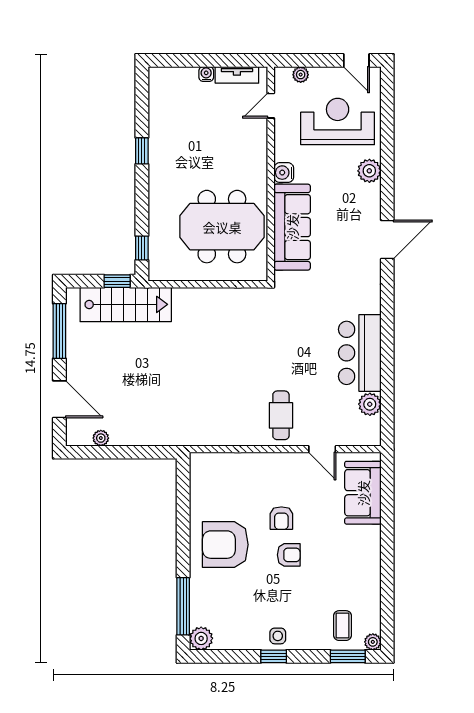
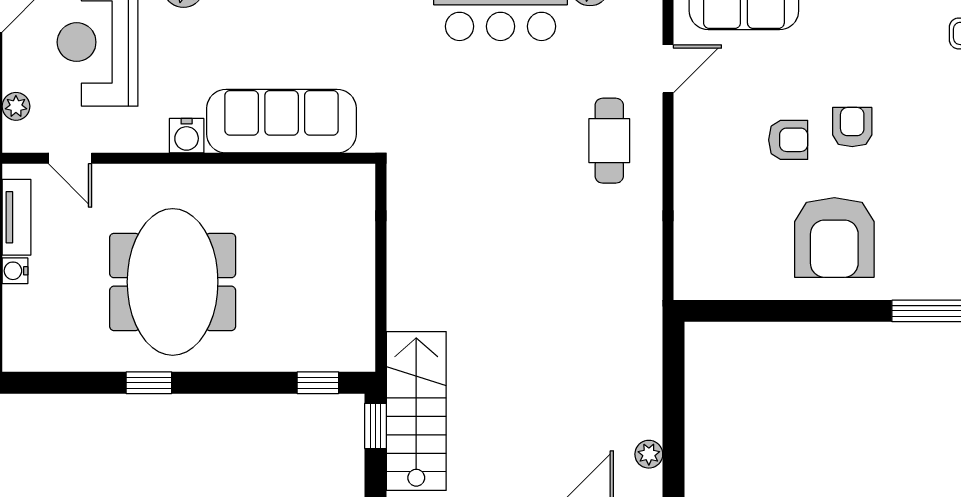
meeting table: (222, 227) -> (173, 282), moved
cafe table: (281, 415) -> (609, 141), turned 90

